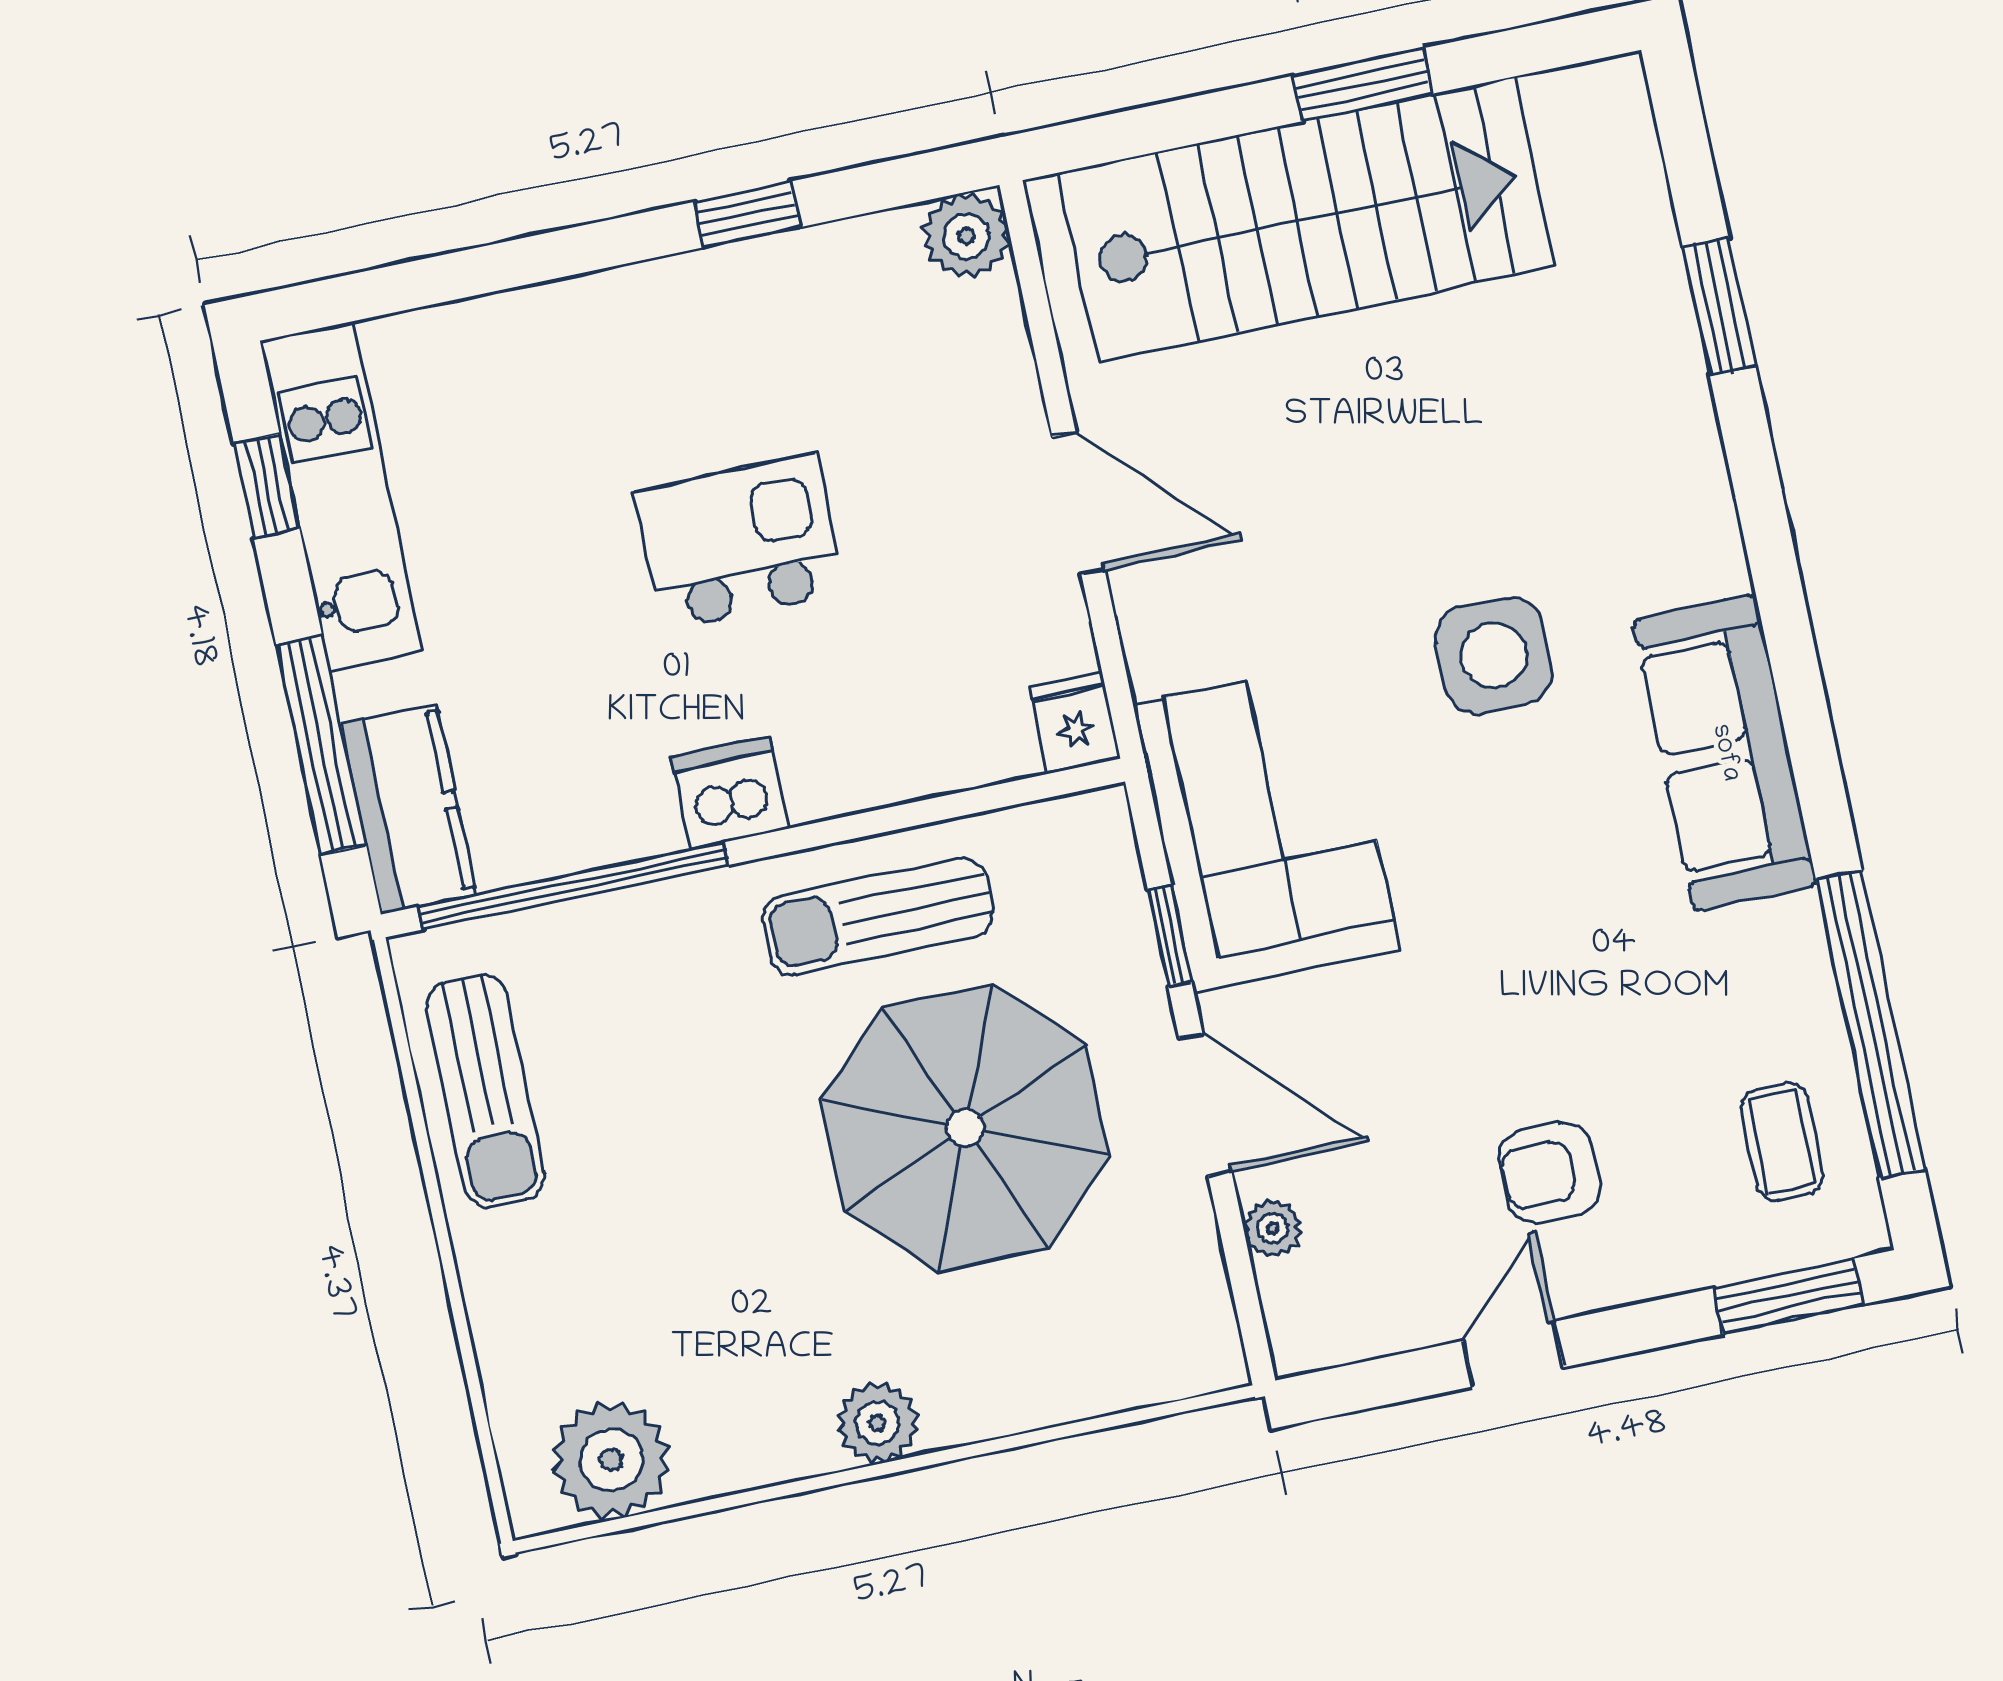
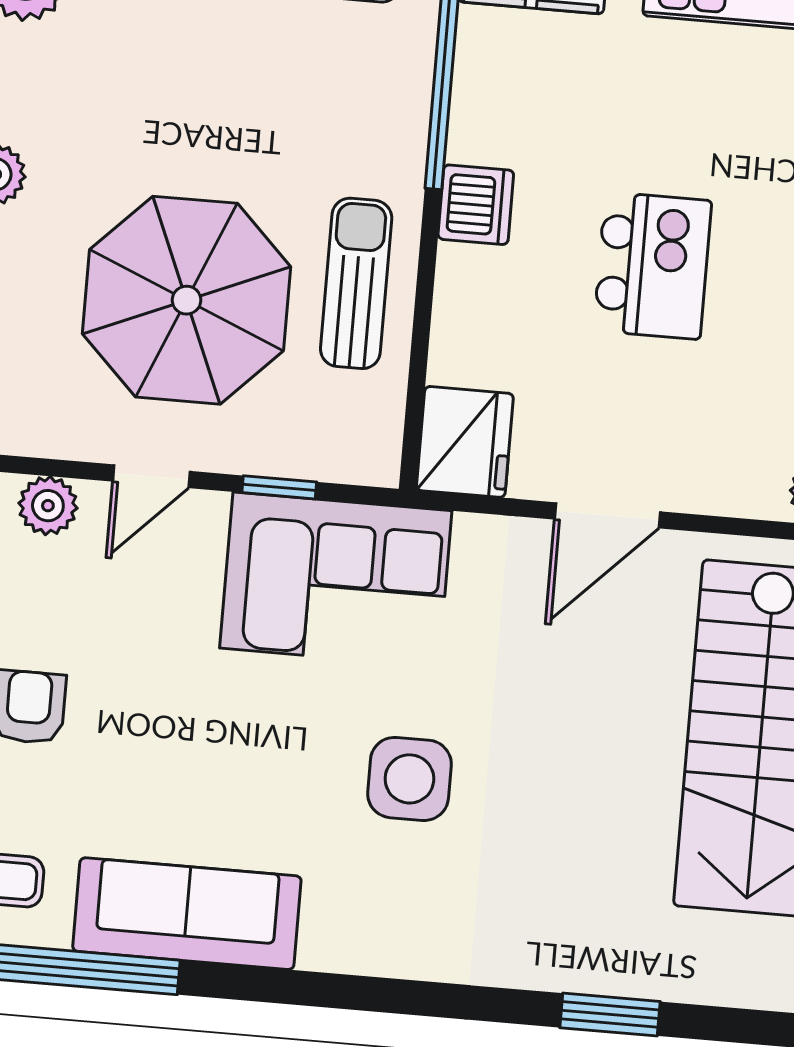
fridge: (1075, 723) -> (465, 442), width x1.88, depth x1.34
sofa: (1725, 753) -> (187, 914), moved
door: (1205, 1105) -> (151, 476), width x0.73
plant: (1272, 1228) -> (48, 506), width x1.38, depth x1.38

